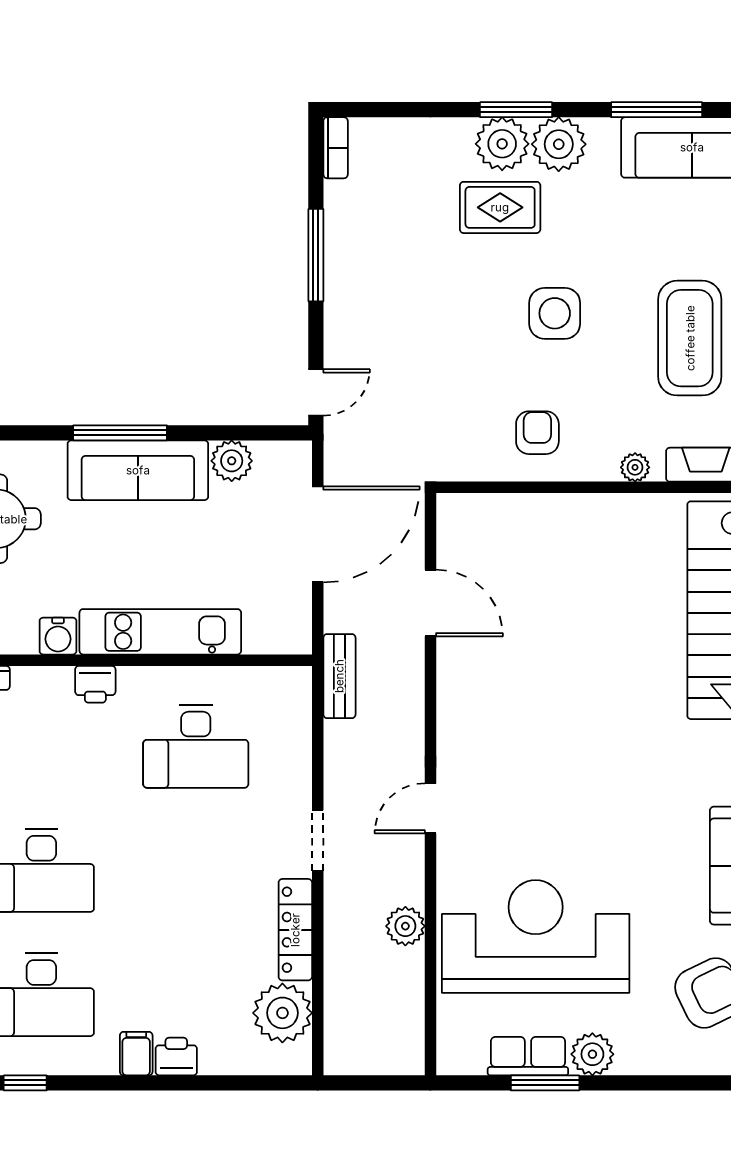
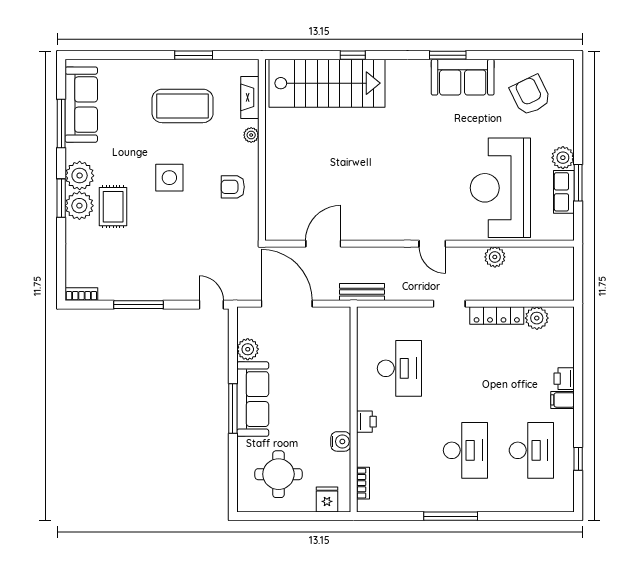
kitchen unit: (160, 632) -> (339, 387), removed
plant: (282, 1013) -> (537, 318), width x0.73, depth x0.73

